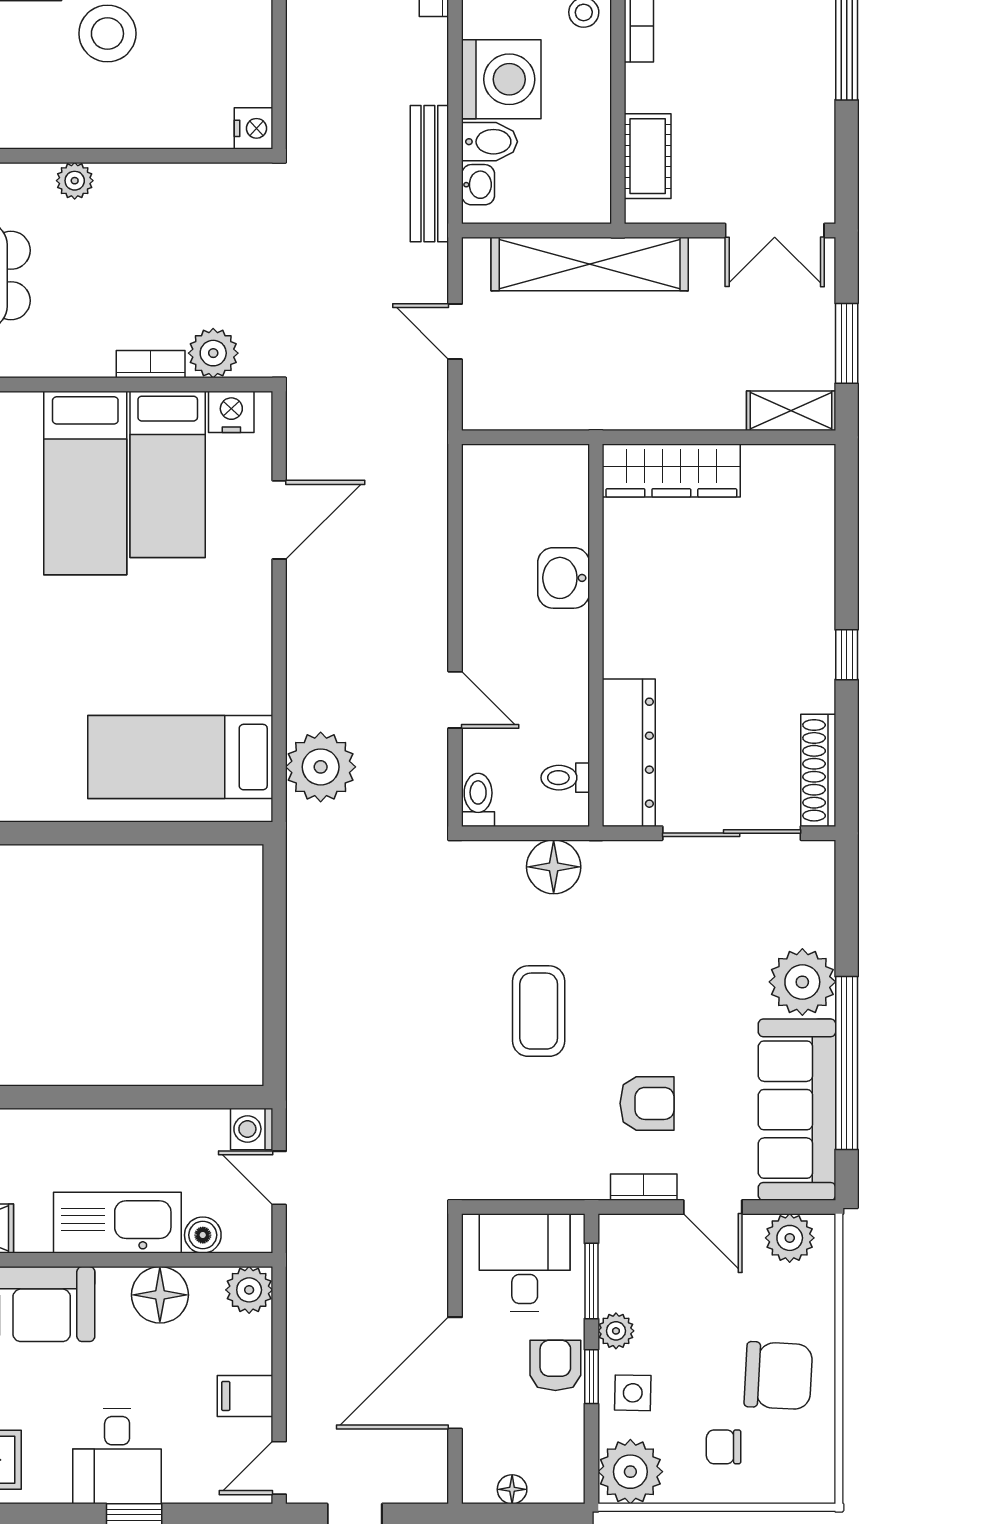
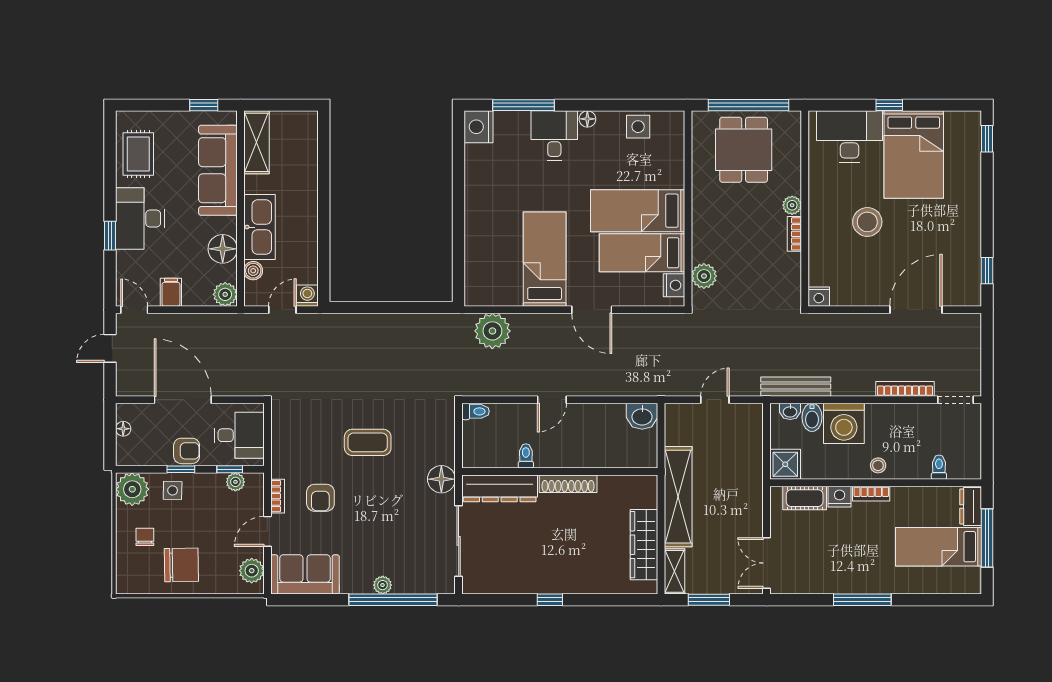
nightstand: (645, 88) -> (840, 497), added
shower: (582, 194) -> (785, 464), added
shelving: (590, 264) -> (678, 497), moved
bookcase: (151, 364) -> (794, 234), moved, turned 180
wardrobe: (671, 470) -> (644, 545), moved
door: (279, 520) -> (592, 310), moved
washbasin: (564, 578) -> (642, 416), moved, turned 180
door: (455, 700) -> (552, 400), moved
bed: (180, 757) -> (545, 259), moved
shoe rack: (818, 770) -> (568, 484), moved, turned 180
toilet: (565, 778) -> (526, 456), moved
floor lamp: (554, 867) -> (441, 479), moved
plant: (802, 982) -> (383, 585), width x0.53, depth x0.53
window: (847, 1063) -> (393, 600), moved
sofa: (797, 1110) -> (305, 574), width x0.73
window: (591, 1281) -> (230, 469), width x0.67
plant: (616, 1331) -> (235, 482), moved
chair: (778, 1376) -> (181, 565), turned -94
desk: (117, 1456) -> (140, 218), width x1.37

